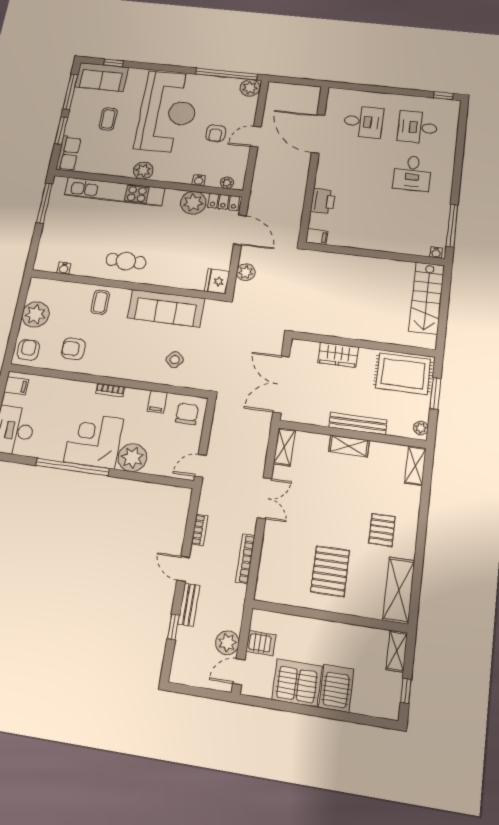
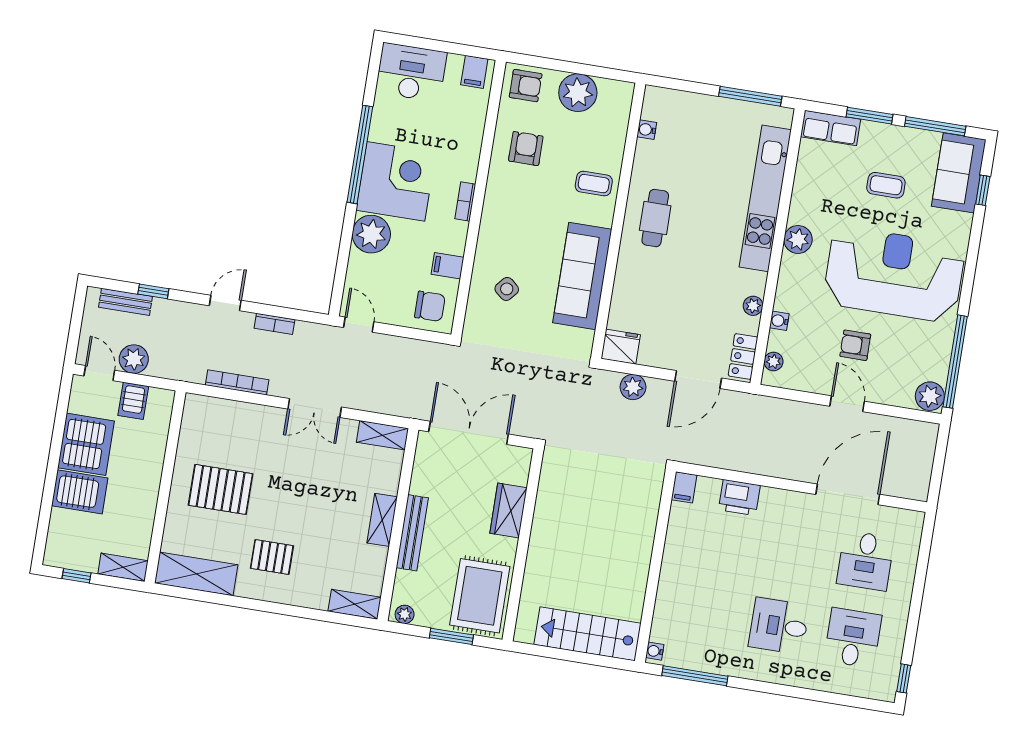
reception desk: (168, 112) -> (894, 274), turned 180
plant: (193, 203) -> (753, 306), width x0.53, depth x0.53
bench: (189, 605) -> (126, 302), moved

